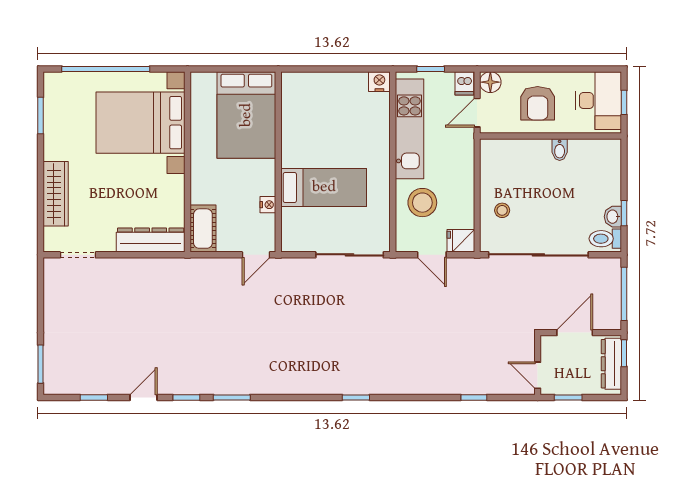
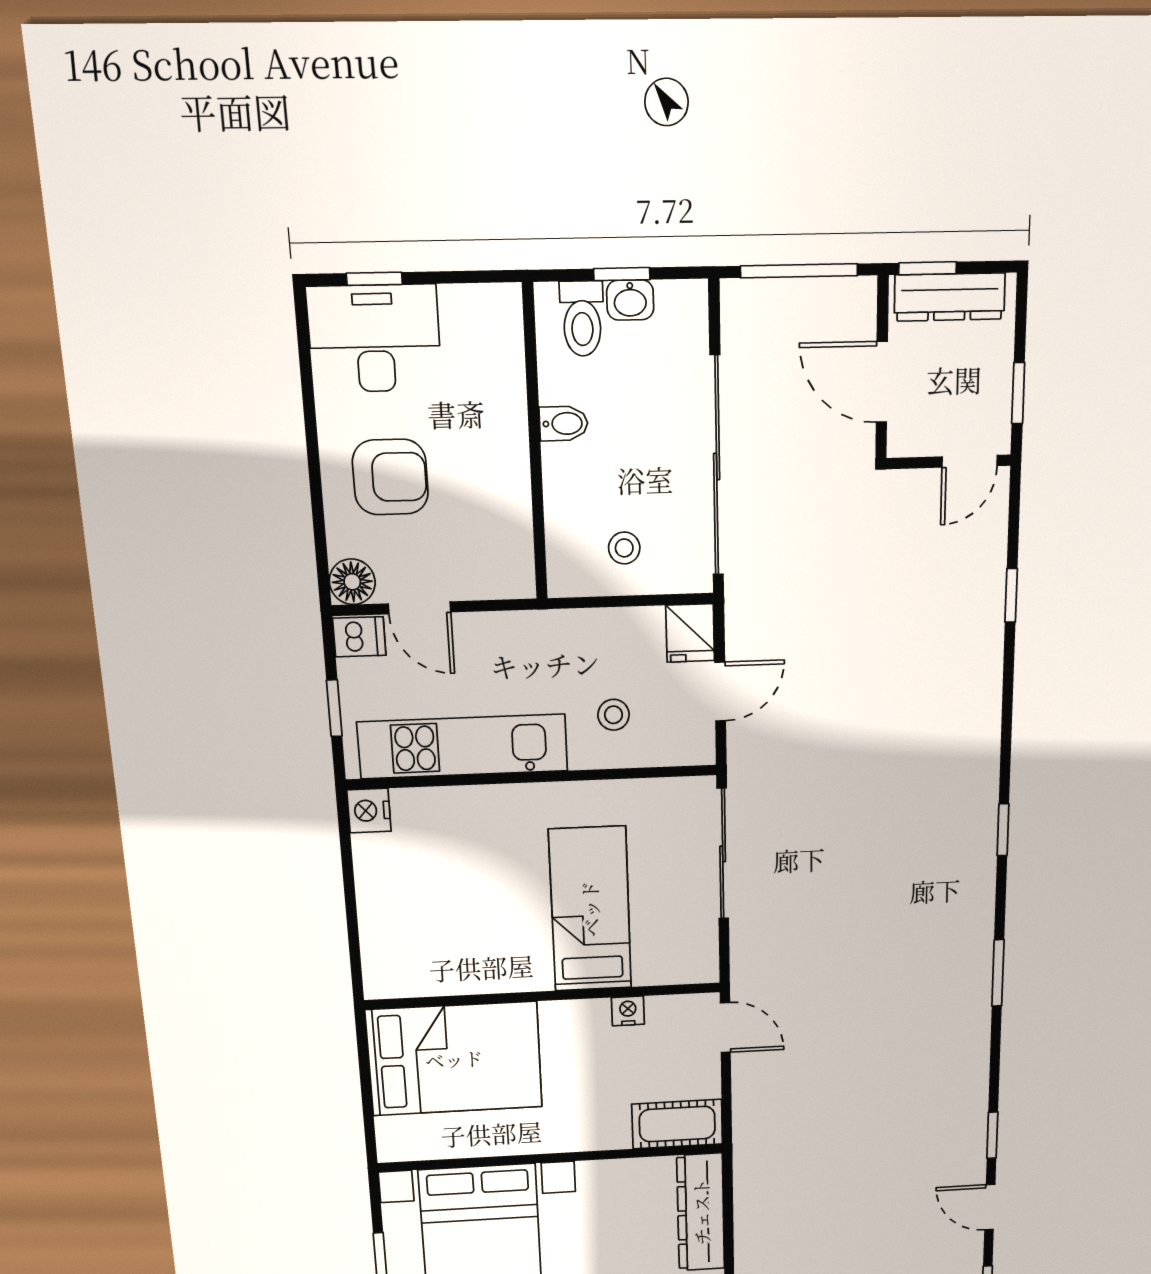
wall: (551, 136) -> (535, 444), moved
bidet: (560, 150) -> (564, 424), moved
stool: (422, 203) -> (614, 715), width x0.53, depth x0.53
toilet: (605, 239) -> (582, 319), moved
window: (232, 397) -> (998, 973), moved

